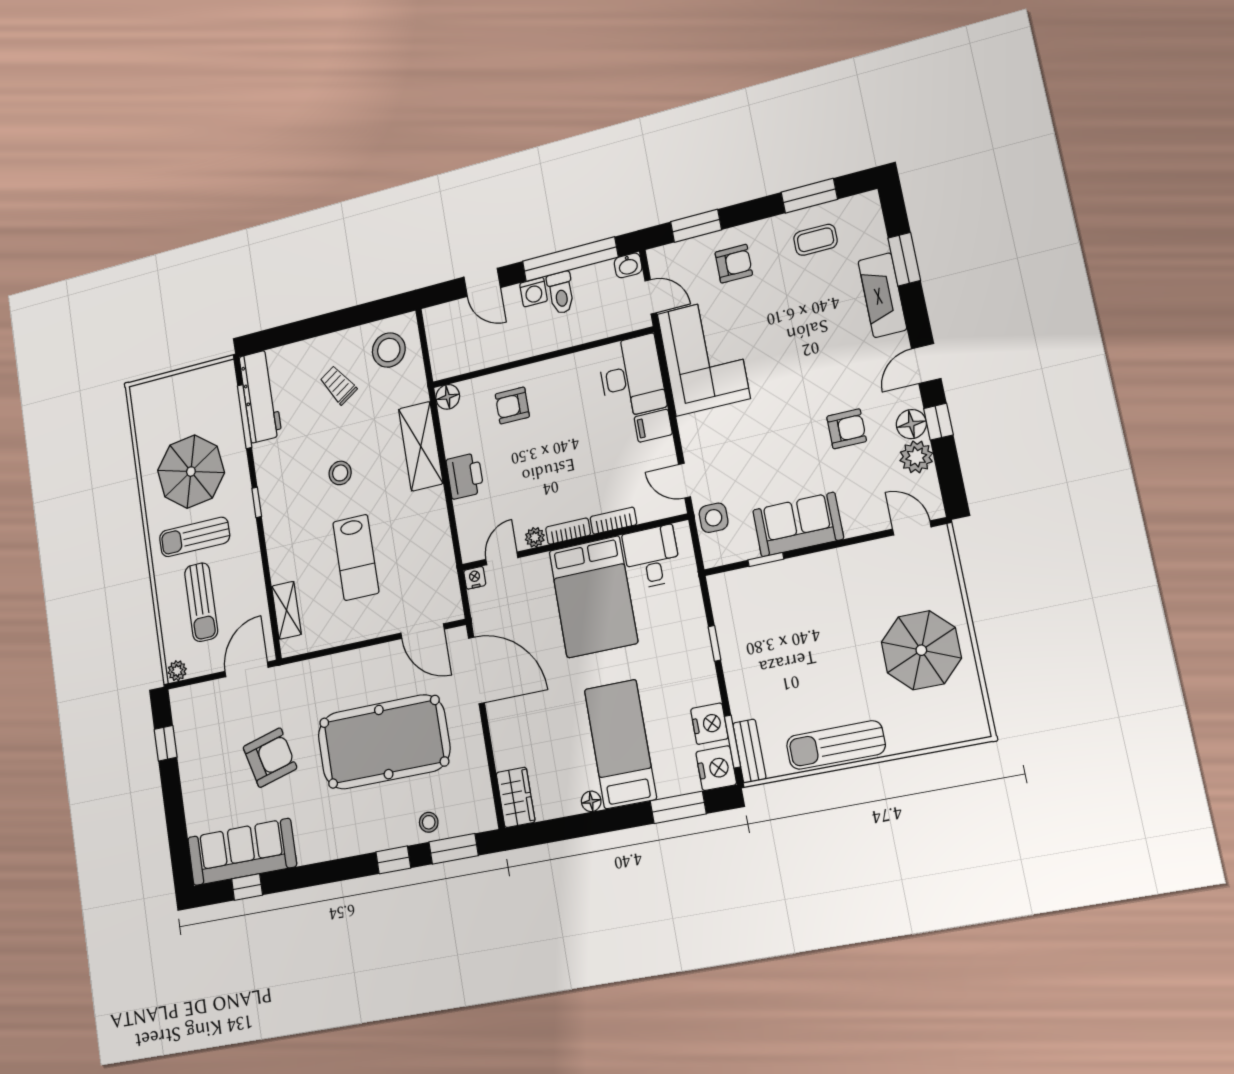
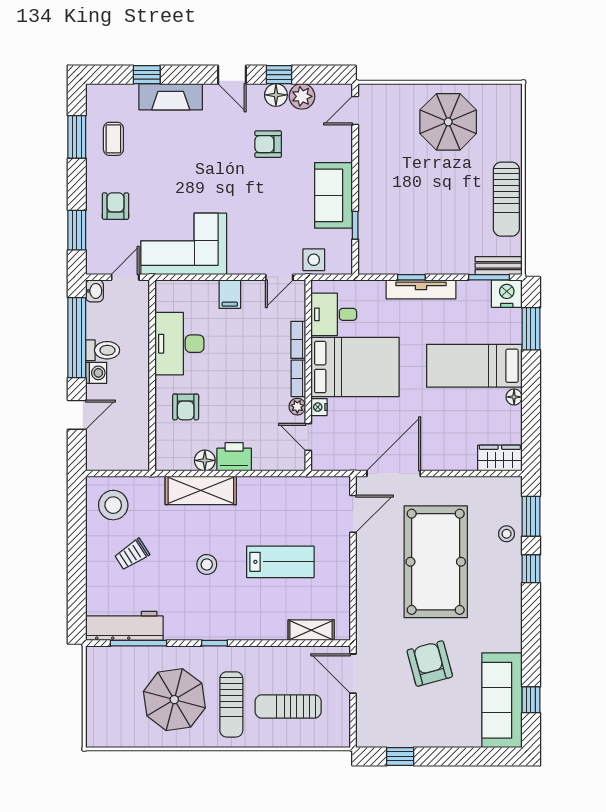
window: (904, 259) -> (147, 75), width x0.67
desk: (632, 377) -> (179, 344), moved, turned -90
floor lamp: (448, 397) -> (205, 460), moved
armchair: (847, 429) -> (268, 144), turned -90
nightstand: (475, 578) -> (319, 407), moved
sun lounger: (201, 602) -> (288, 706), turned 180
tv unit: (702, 659) -> (421, 289), added
plant: (177, 671) -> (341, 737), removed
nightstand: (709, 724) -> (472, 293), removed

